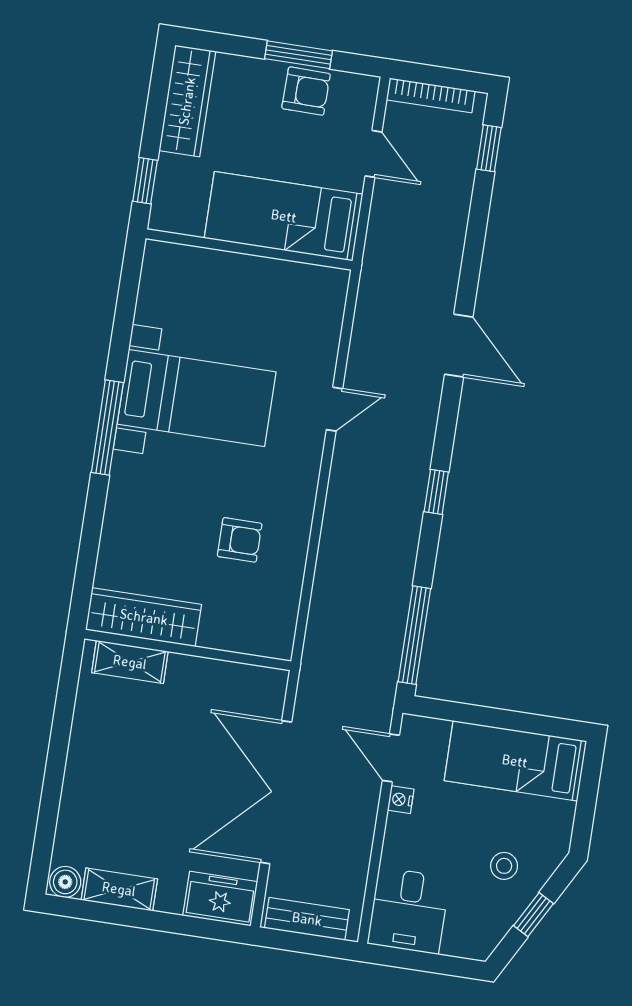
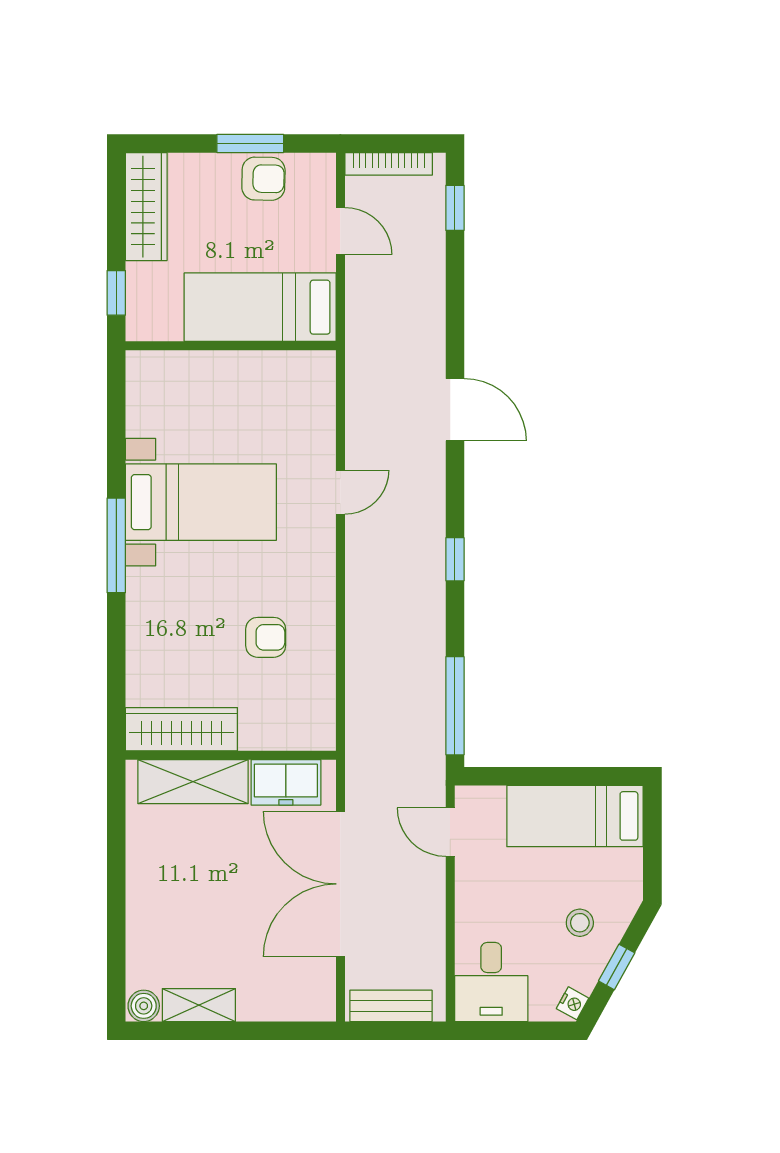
shelving: (130, 662) -> (193, 782), width x1.50, depth x1.33
nightstand: (401, 800) -> (573, 1003), moved, turned -151
freezer: (220, 899) -> (286, 782), moved, turned 180

